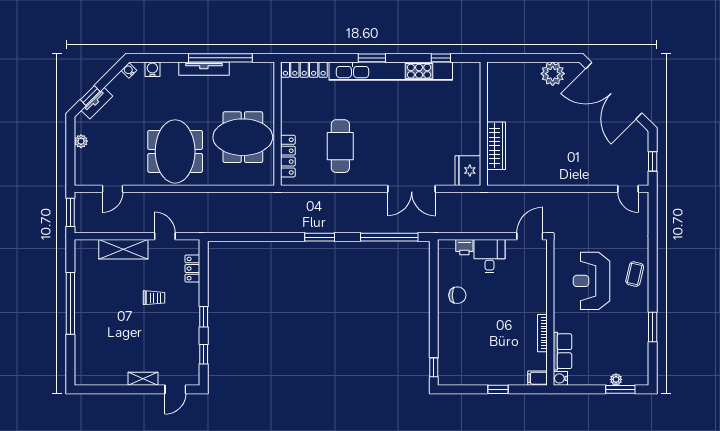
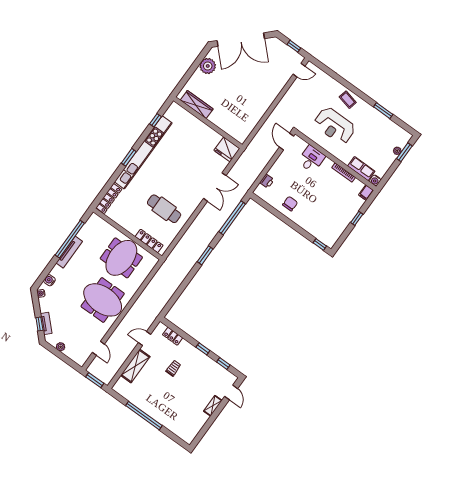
wardrobe: (496, 146) -> (197, 104), moved
desk: (489, 256) -> (311, 159), moved, turned 90

